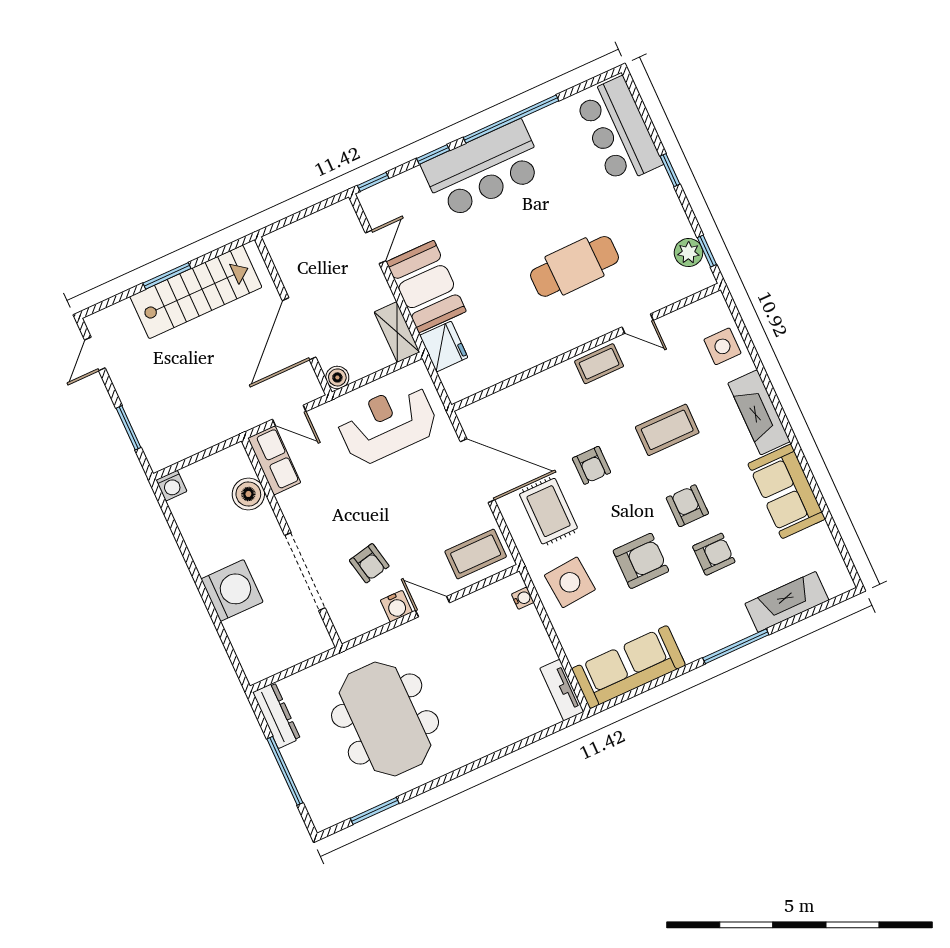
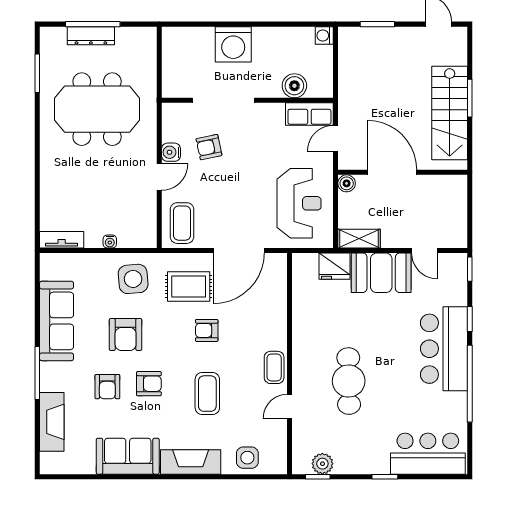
water cooler: (523, 598) -> (110, 242), moved
sofa: (629, 667) -> (57, 321), moved
dresser: (277, 715) -> (91, 36), moved

